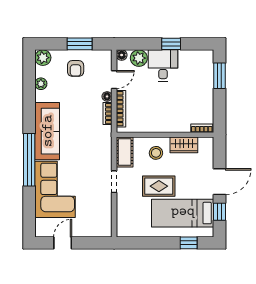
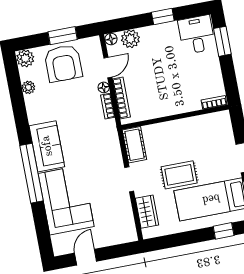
desk: (163, 66) -> (197, 35), moved
armchair: (76, 68) -> (63, 63), width x1.88, depth x1.88
sofa: (47, 131) -> (47, 146), width x0.73
wardrobe: (184, 145) -> (147, 212), moved, turned -90
stool: (156, 153) -> (169, 139), removed

